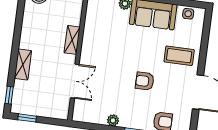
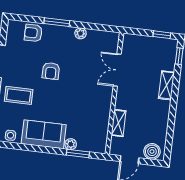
shelving: (72, 40) -> (119, 123), moved
armchair: (145, 81) -> (51, 71), turned 90

